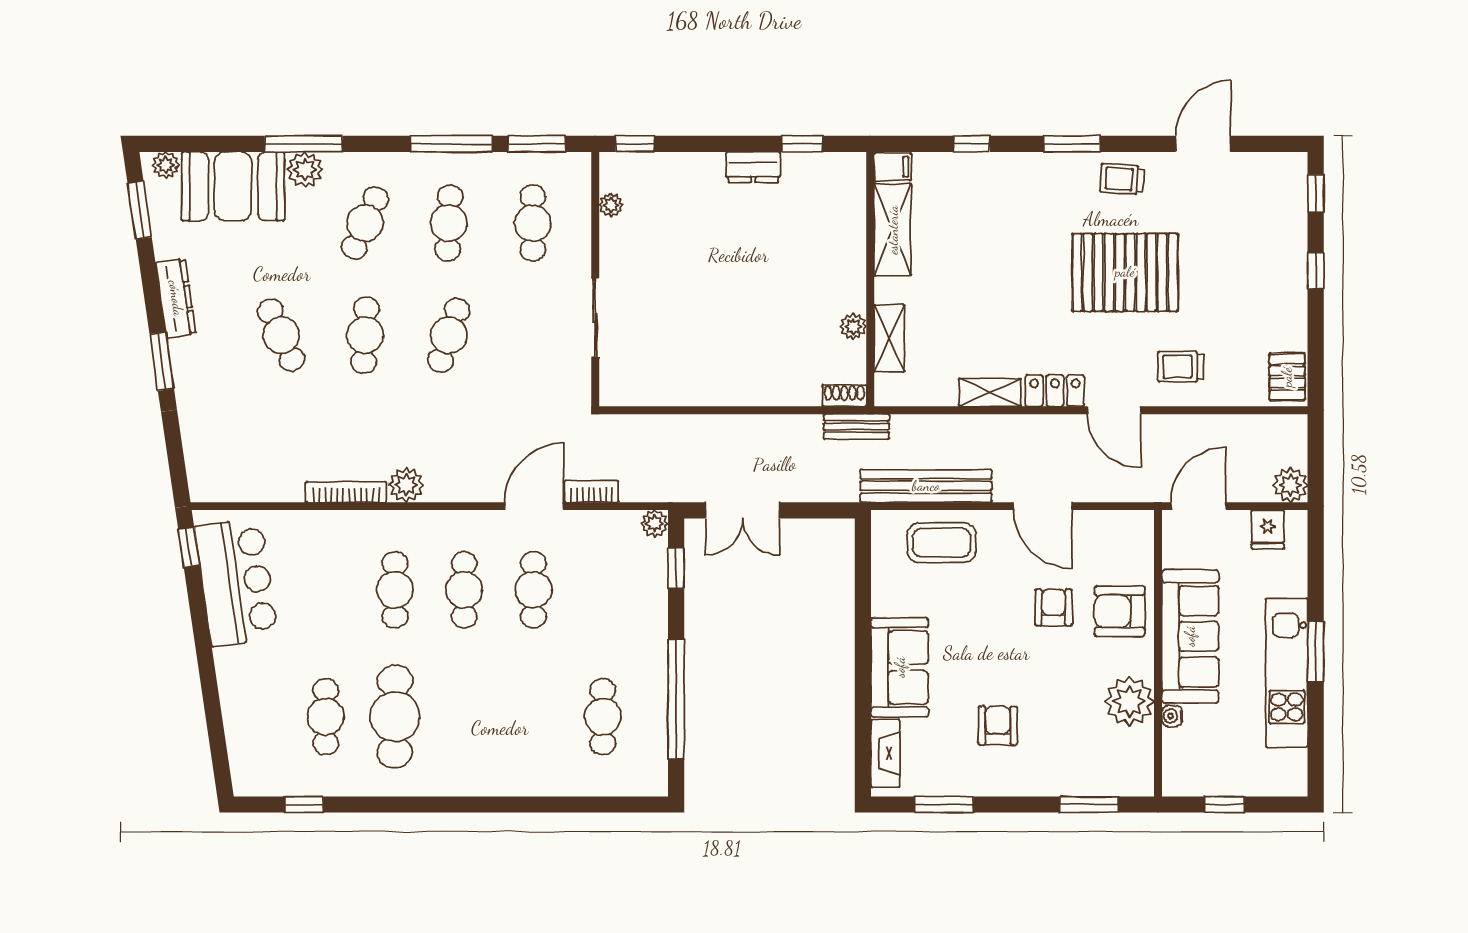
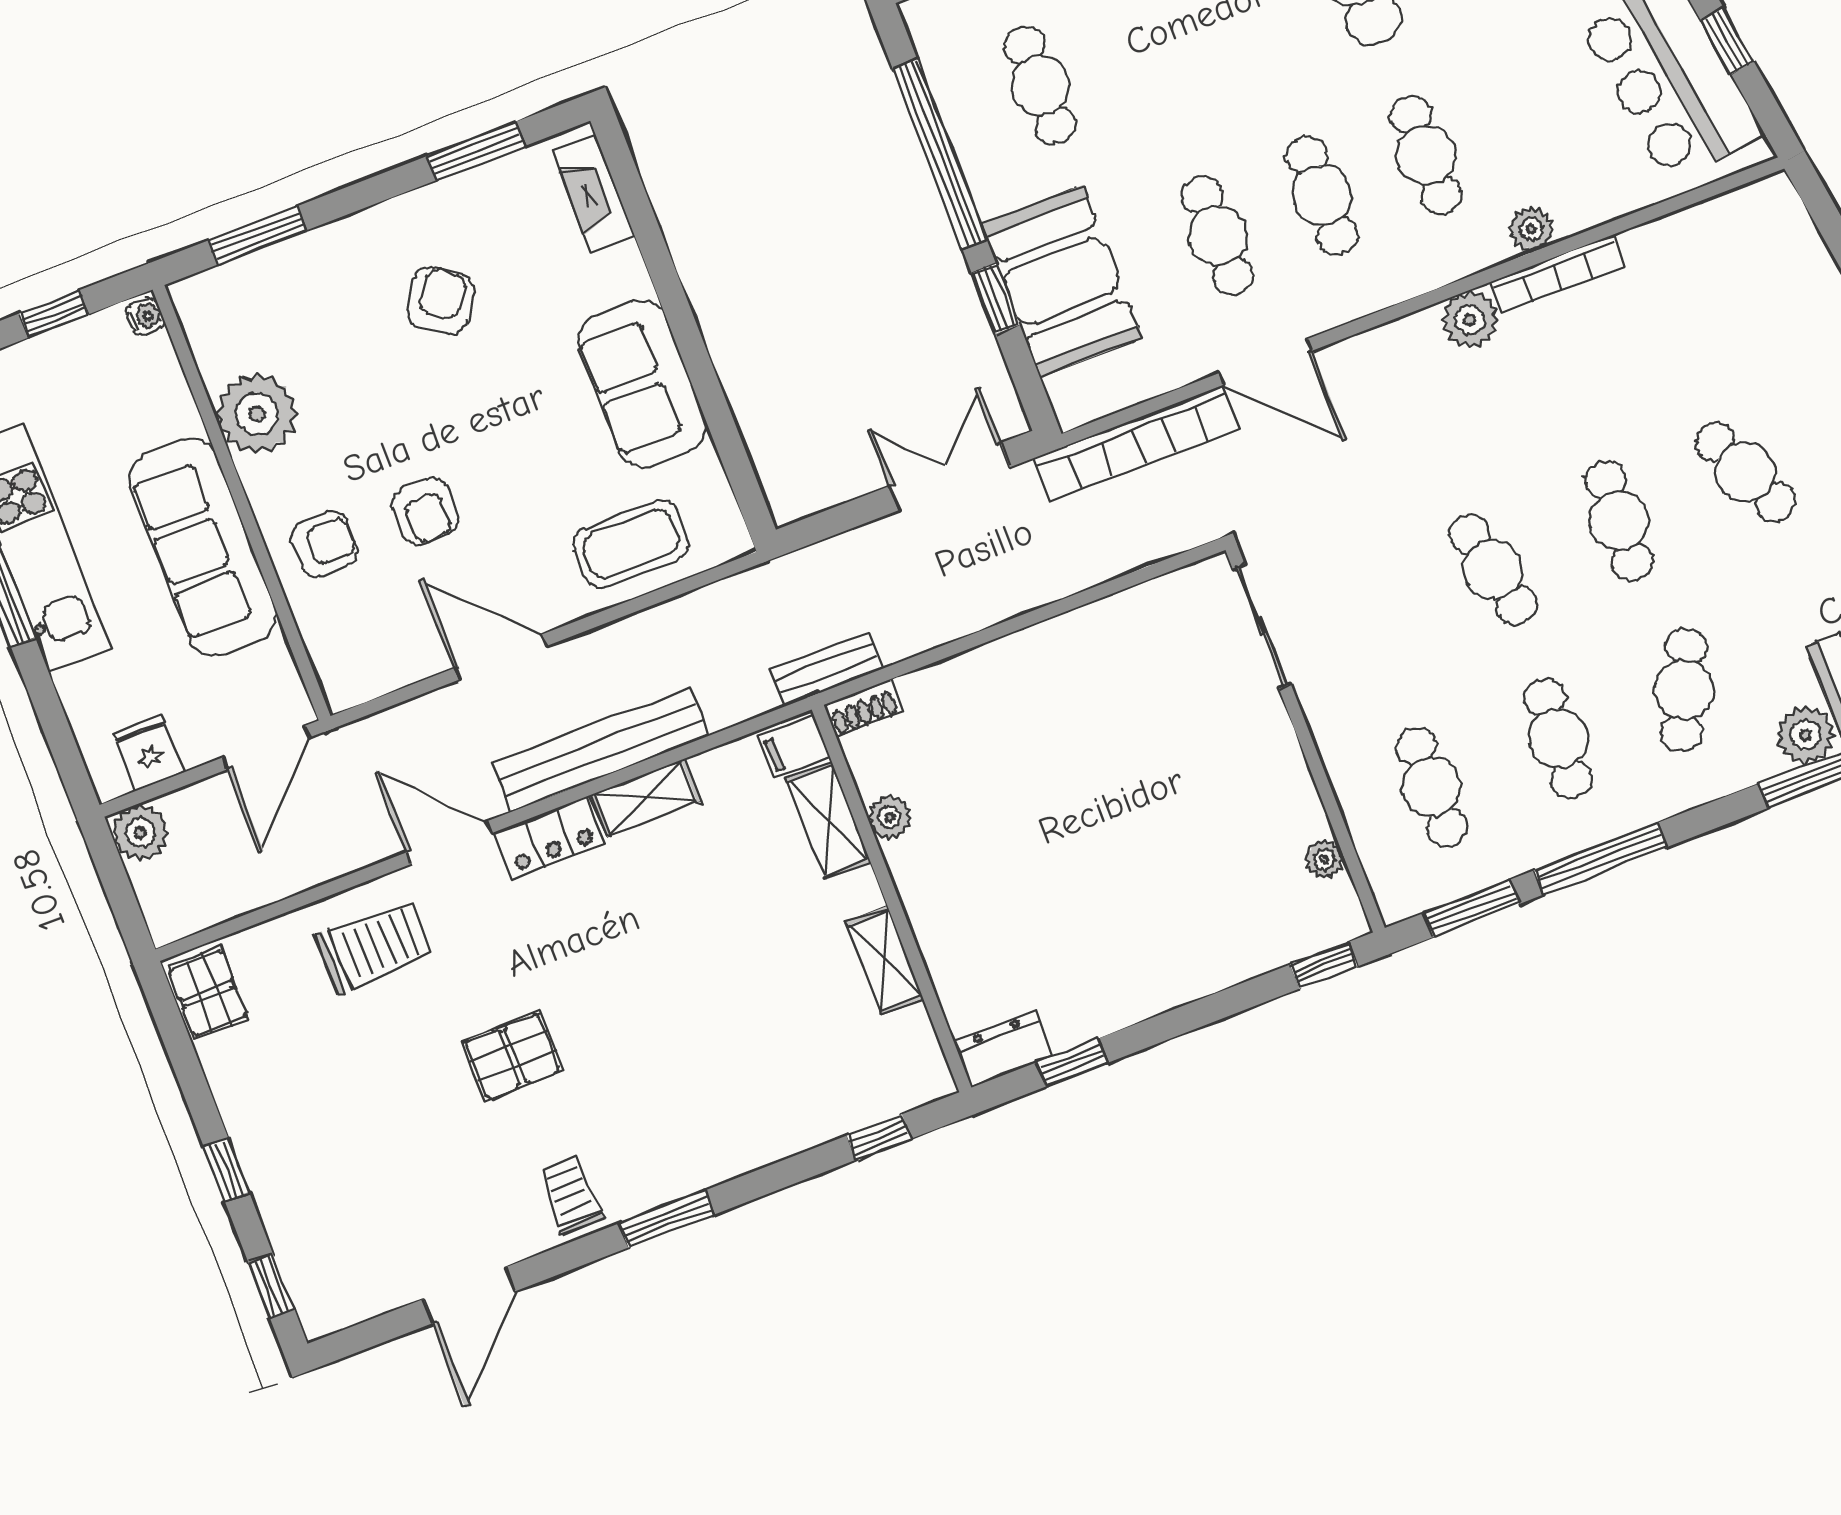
window: (972, 144) -> (879, 1137), moved
dresser: (753, 167) -> (1003, 1049), moved
filing cabinet: (893, 167) -> (794, 747), moved
trolley: (1122, 179) -> (571, 1195), turned -94
shelving: (893, 230) -> (885, 960), width x0.67, depth x0.75
pallet: (1125, 272) -> (512, 1056), width x0.49, depth x0.50
sliding door: (595, 318) -> (1262, 626), moved
cafe table: (449, 335) -> (1493, 570), turned -30
trolley: (1181, 367) -> (374, 947), width x1.36, depth x1.39
bench: (926, 486) -> (600, 749), moved
bookcase: (591, 491) -> (1136, 443), width x2.31, depth x1.31
door: (534, 506) -> (1265, 362), hinge flipped
plant: (655, 523) -> (1531, 229), moved
window: (189, 547) -> (1727, 41), moved
window: (676, 568) -> (996, 299), moved
booth: (634, 598) -> (1061, 281), added
armchair: (1120, 611) -> (324, 544), width x0.72, depth x0.72
sofa: (900, 667) -> (642, 384), moved
water cooler: (1172, 716) -> (145, 317), moved
armchair: (998, 726) -> (441, 301), turned -145

